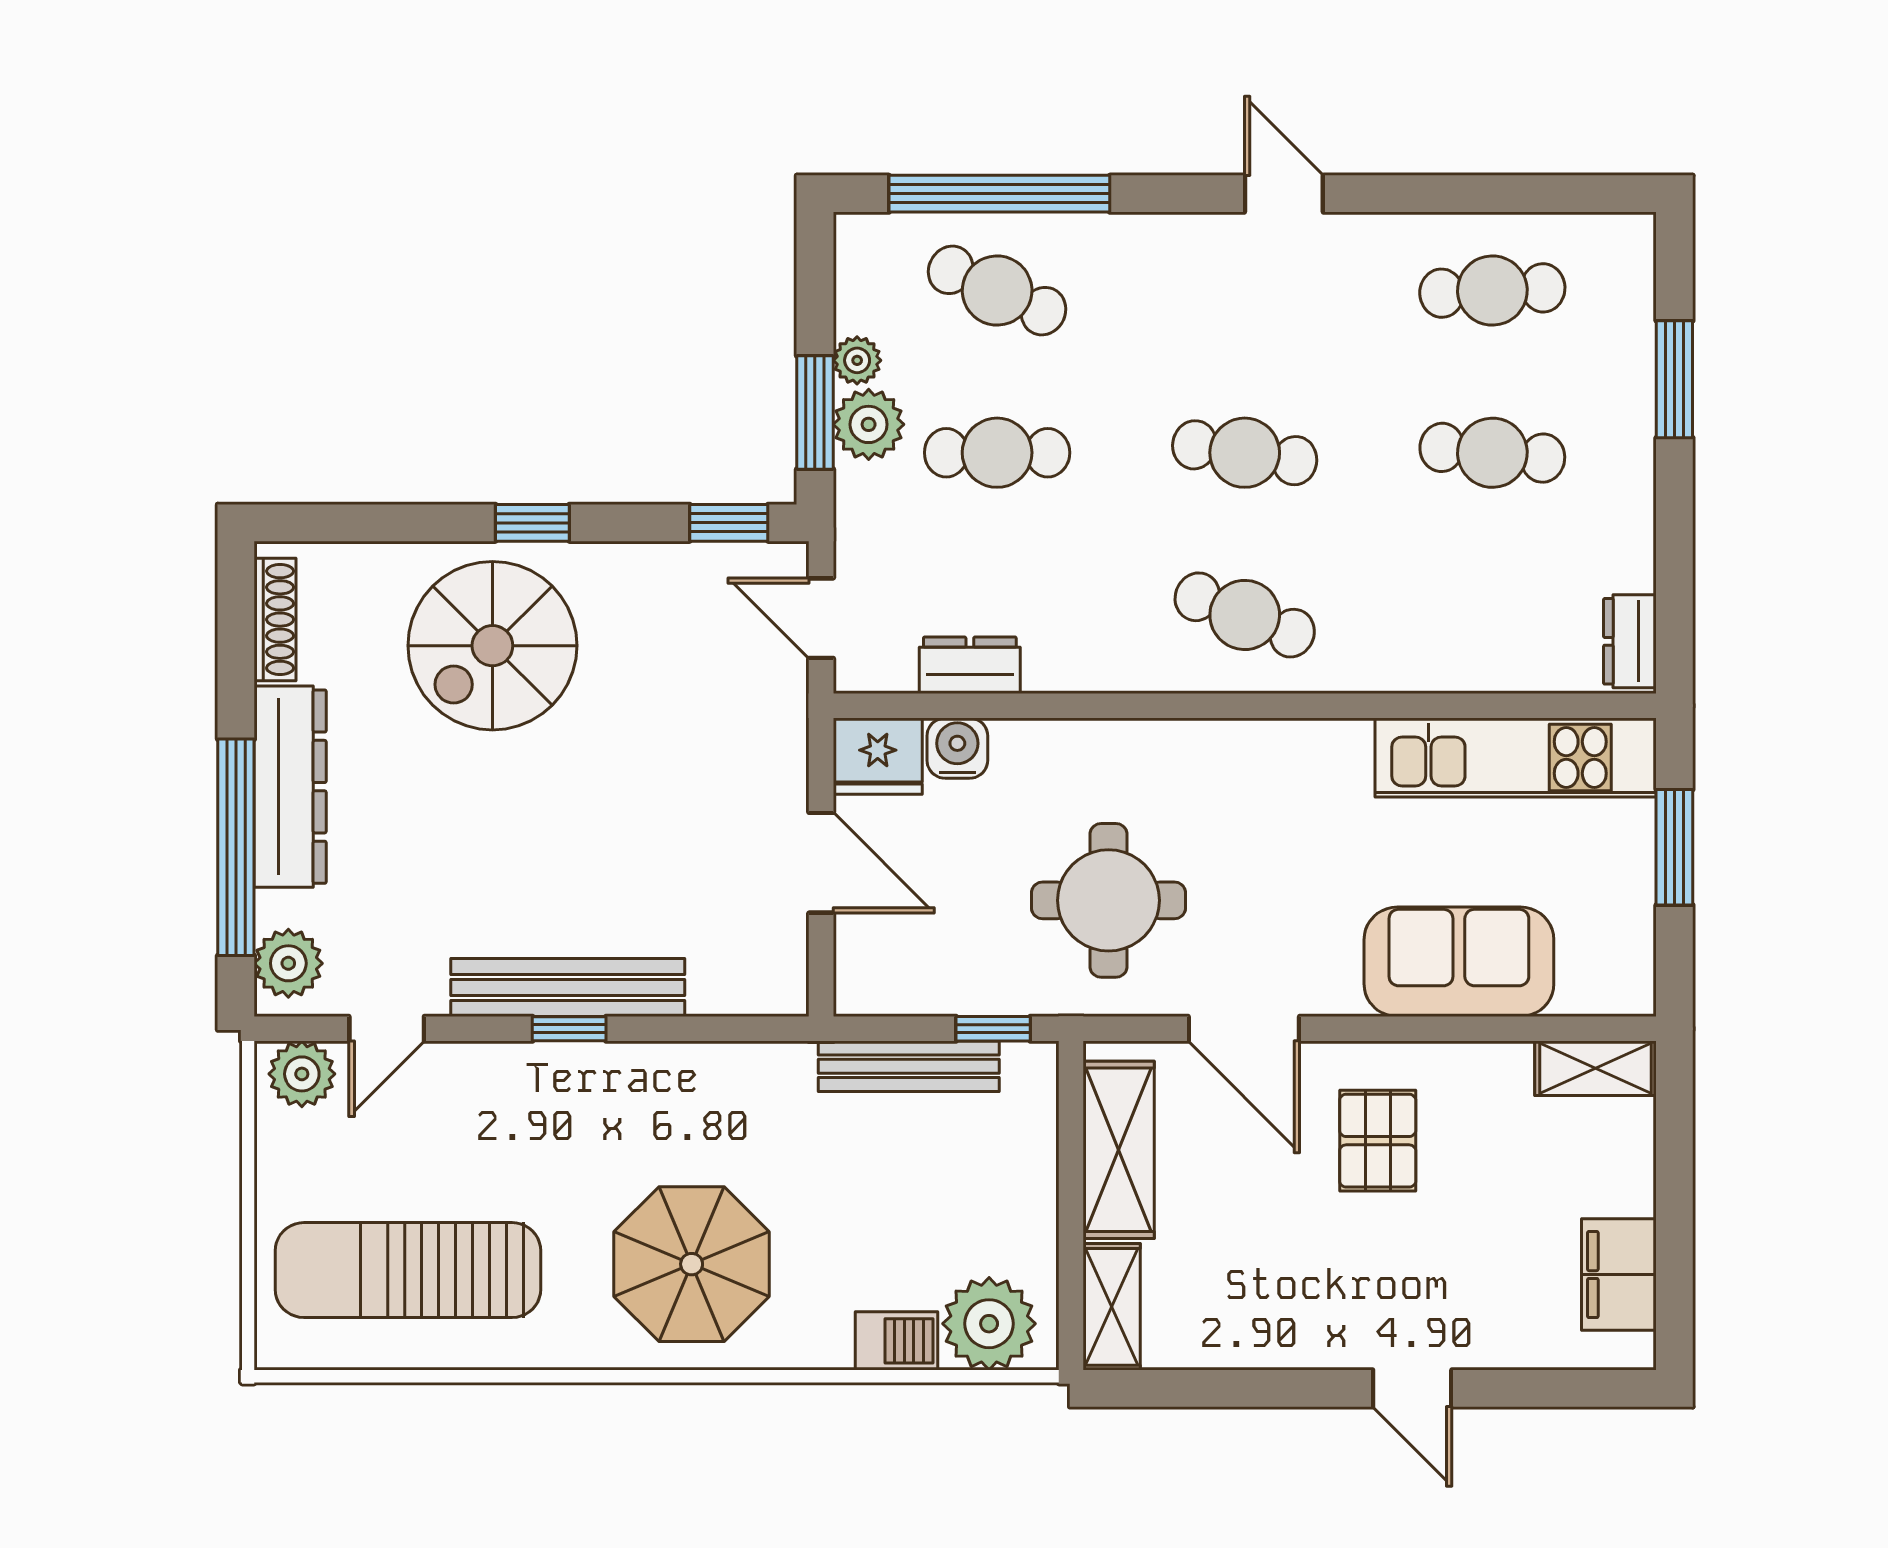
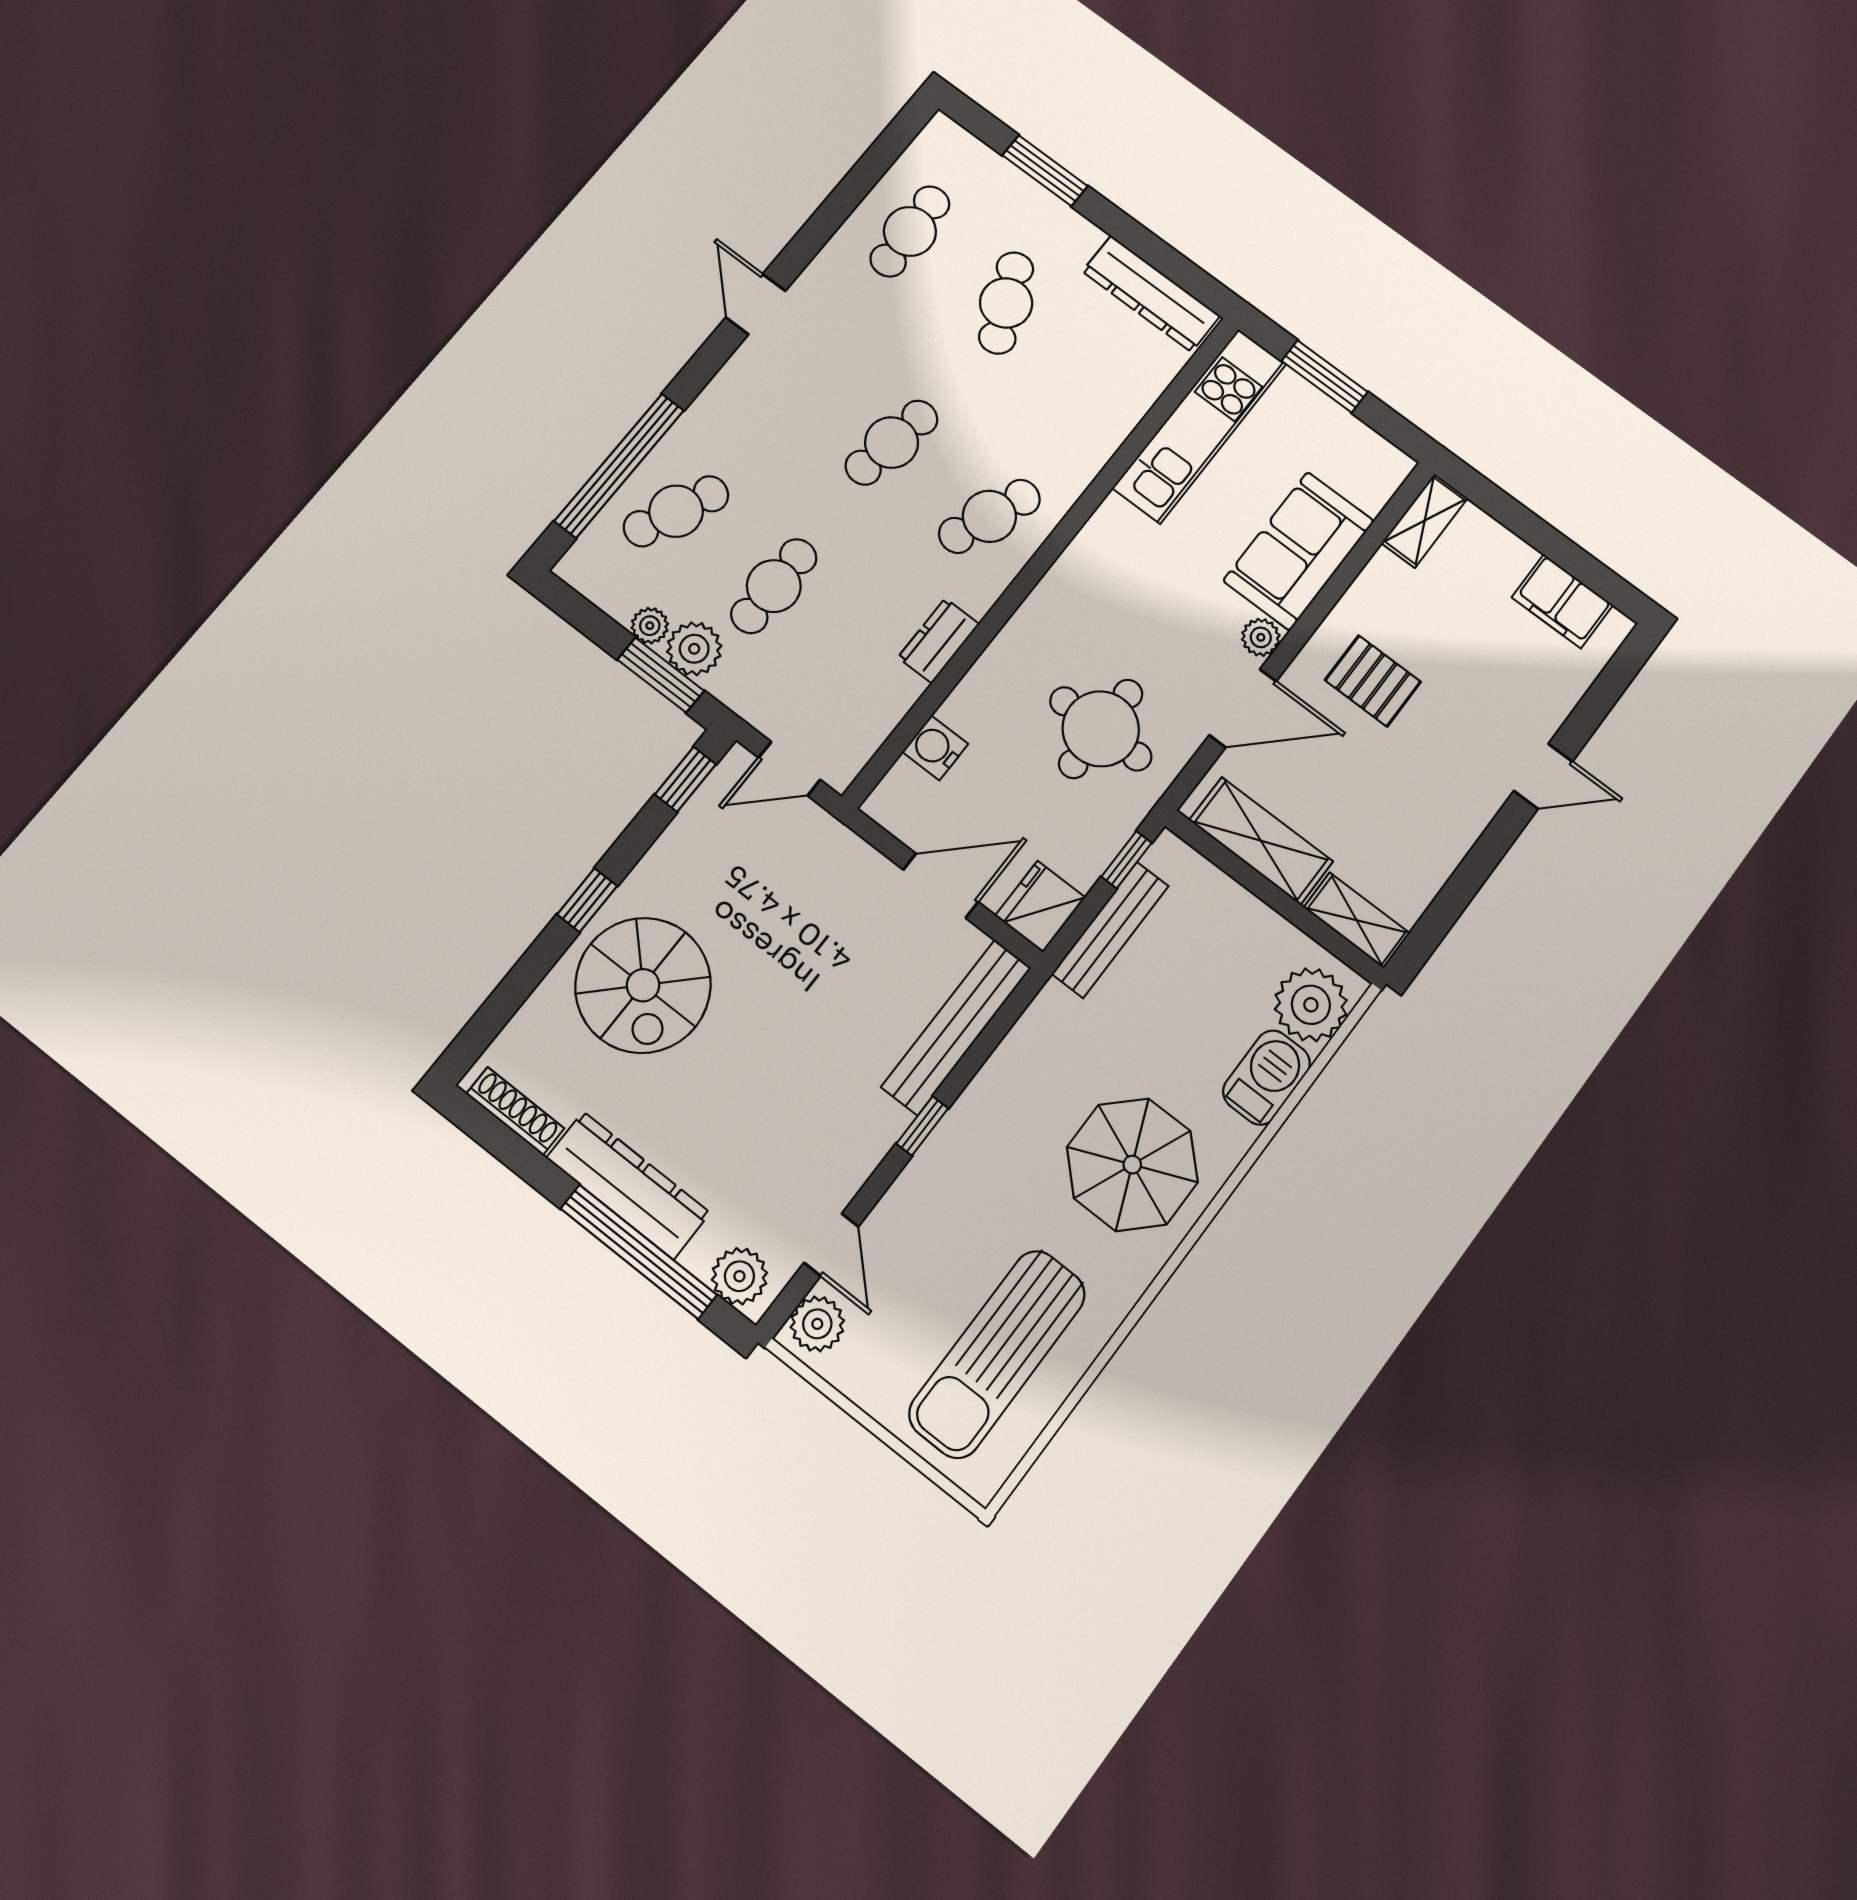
door: (1284, 194) -> (756, 304), hinge flipped
cafe table: (1492, 453) -> (1006, 303), turned -30
dresser: (1630, 641) -> (1151, 294), width x1.96, depth x1.24
dresser: (970, 665) -> (939, 641), moved
fridge: (878, 756) -> (1040, 906), moved, turned 180
bench: (568, 987) -> (956, 1027), moved
plant: (1334, 991) -> (1261, 637), added
barbecue: (897, 1341) -> (1267, 1077), width x1.38, depth x1.27

